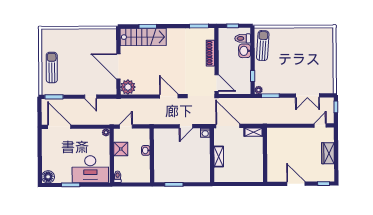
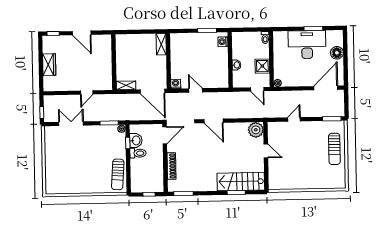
toilet: (243, 38) -> (138, 153), moved
washbasin: (245, 51) -> (136, 140), moved
door: (118, 66) -> (266, 151), width x0.53
door: (217, 83) -> (165, 135), swing flipped
door: (91, 97) -> (294, 119), hinge flipped
door: (186, 126) -> (196, 90), hinge flipped
door: (320, 126) -> (87, 93), moved
door: (59, 127) -> (326, 88), swing flipped
door: (126, 127) -> (257, 89), hinge flipped
shelving: (219, 157) -> (161, 44), moved
desk: (90, 169) -> (307, 45), moved
washing machine: (159, 173) -> (223, 42), added
floor lamp: (48, 177) -> (337, 53), moved

